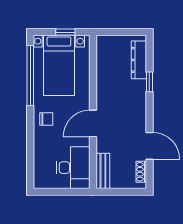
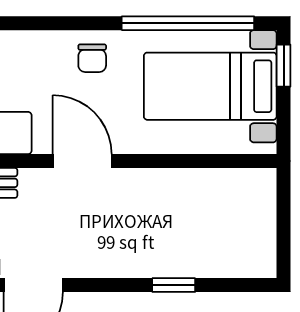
window: (65, 32) -> (284, 66), moved
dresser: (139, 60) -> (222, 262), removed

